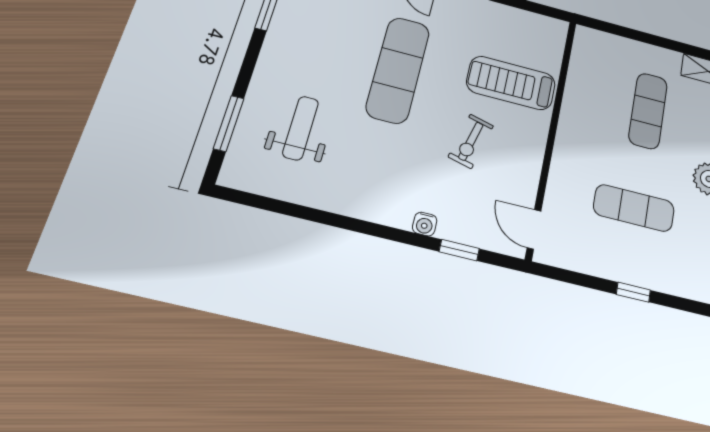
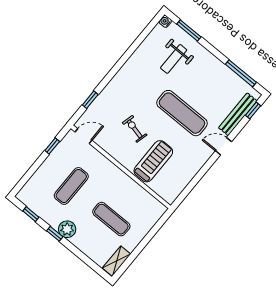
weight bench: (301, 128) -> (174, 59), turned 90
water cooler: (425, 224) -> (165, 21), moved
window: (633, 292) -> (52, 146), moved

